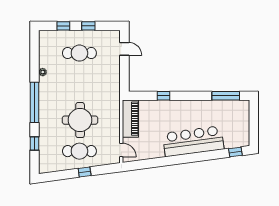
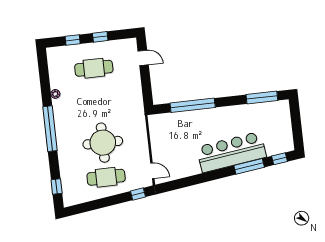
window: (164, 96) -> (193, 105), width x3.17
piano: (130, 119) -> (159, 135), removed
window: (35, 143) -> (57, 187), moved
window: (208, 156) -> (249, 166), added
window: (85, 172) -> (138, 194), moved

